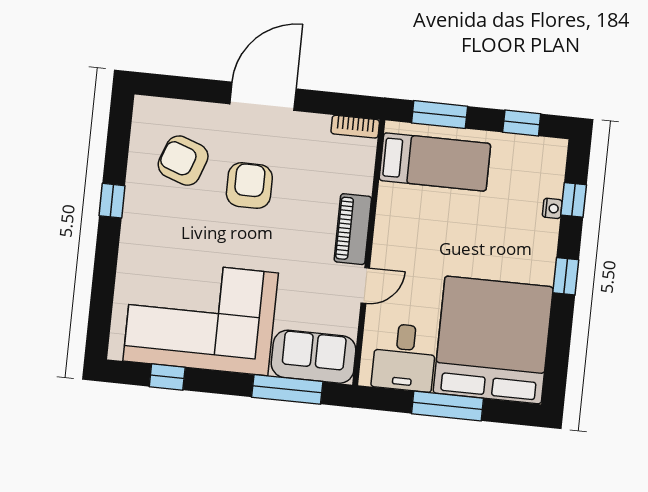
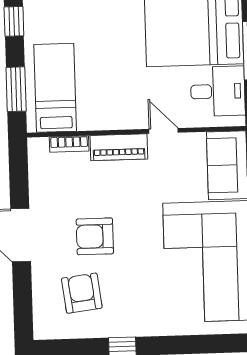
bookcase: (355, 127) -> (69, 144), moved, turned 90
armchair: (183, 161) -> (82, 293), turned 153

